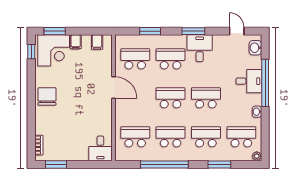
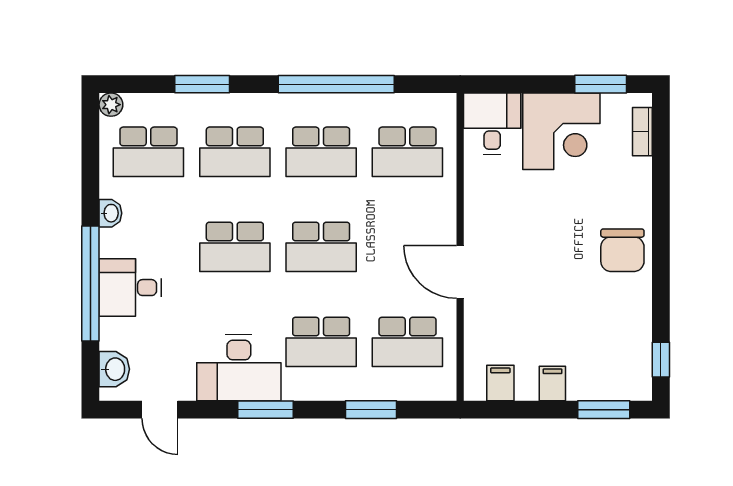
desk: (200, 48) -> (239, 368), width x1.37
corner desk: (54, 50) -> (561, 131), moved, turned 180

